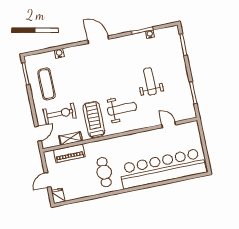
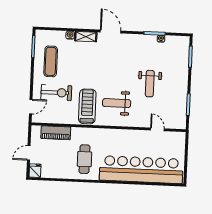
weight bench: (150, 81) -> (150, 84), turned 180
weight bench: (122, 109) -> (117, 103), turned 180
shelving: (71, 138) -> (86, 37), moved

